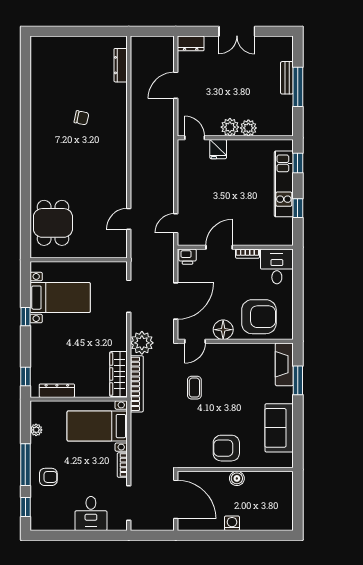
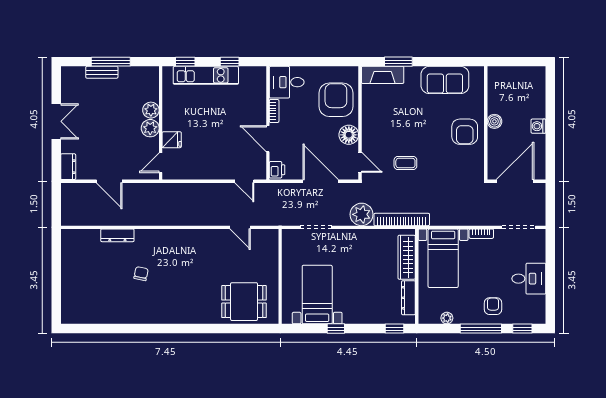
dresser: (121, 65) -> (117, 235), moved
wardrobe: (119, 374) -> (407, 257), moved, turned 90
desk: (91, 513) -> (529, 279), moved

